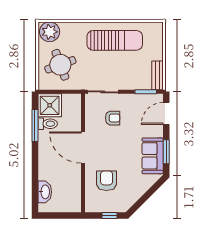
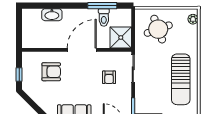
plant: (50, 32) -> (193, 19), width x0.53, depth x0.53
shower: (50, 105) -> (121, 37), moved
washbasin: (45, 192) -> (52, 15), moved

